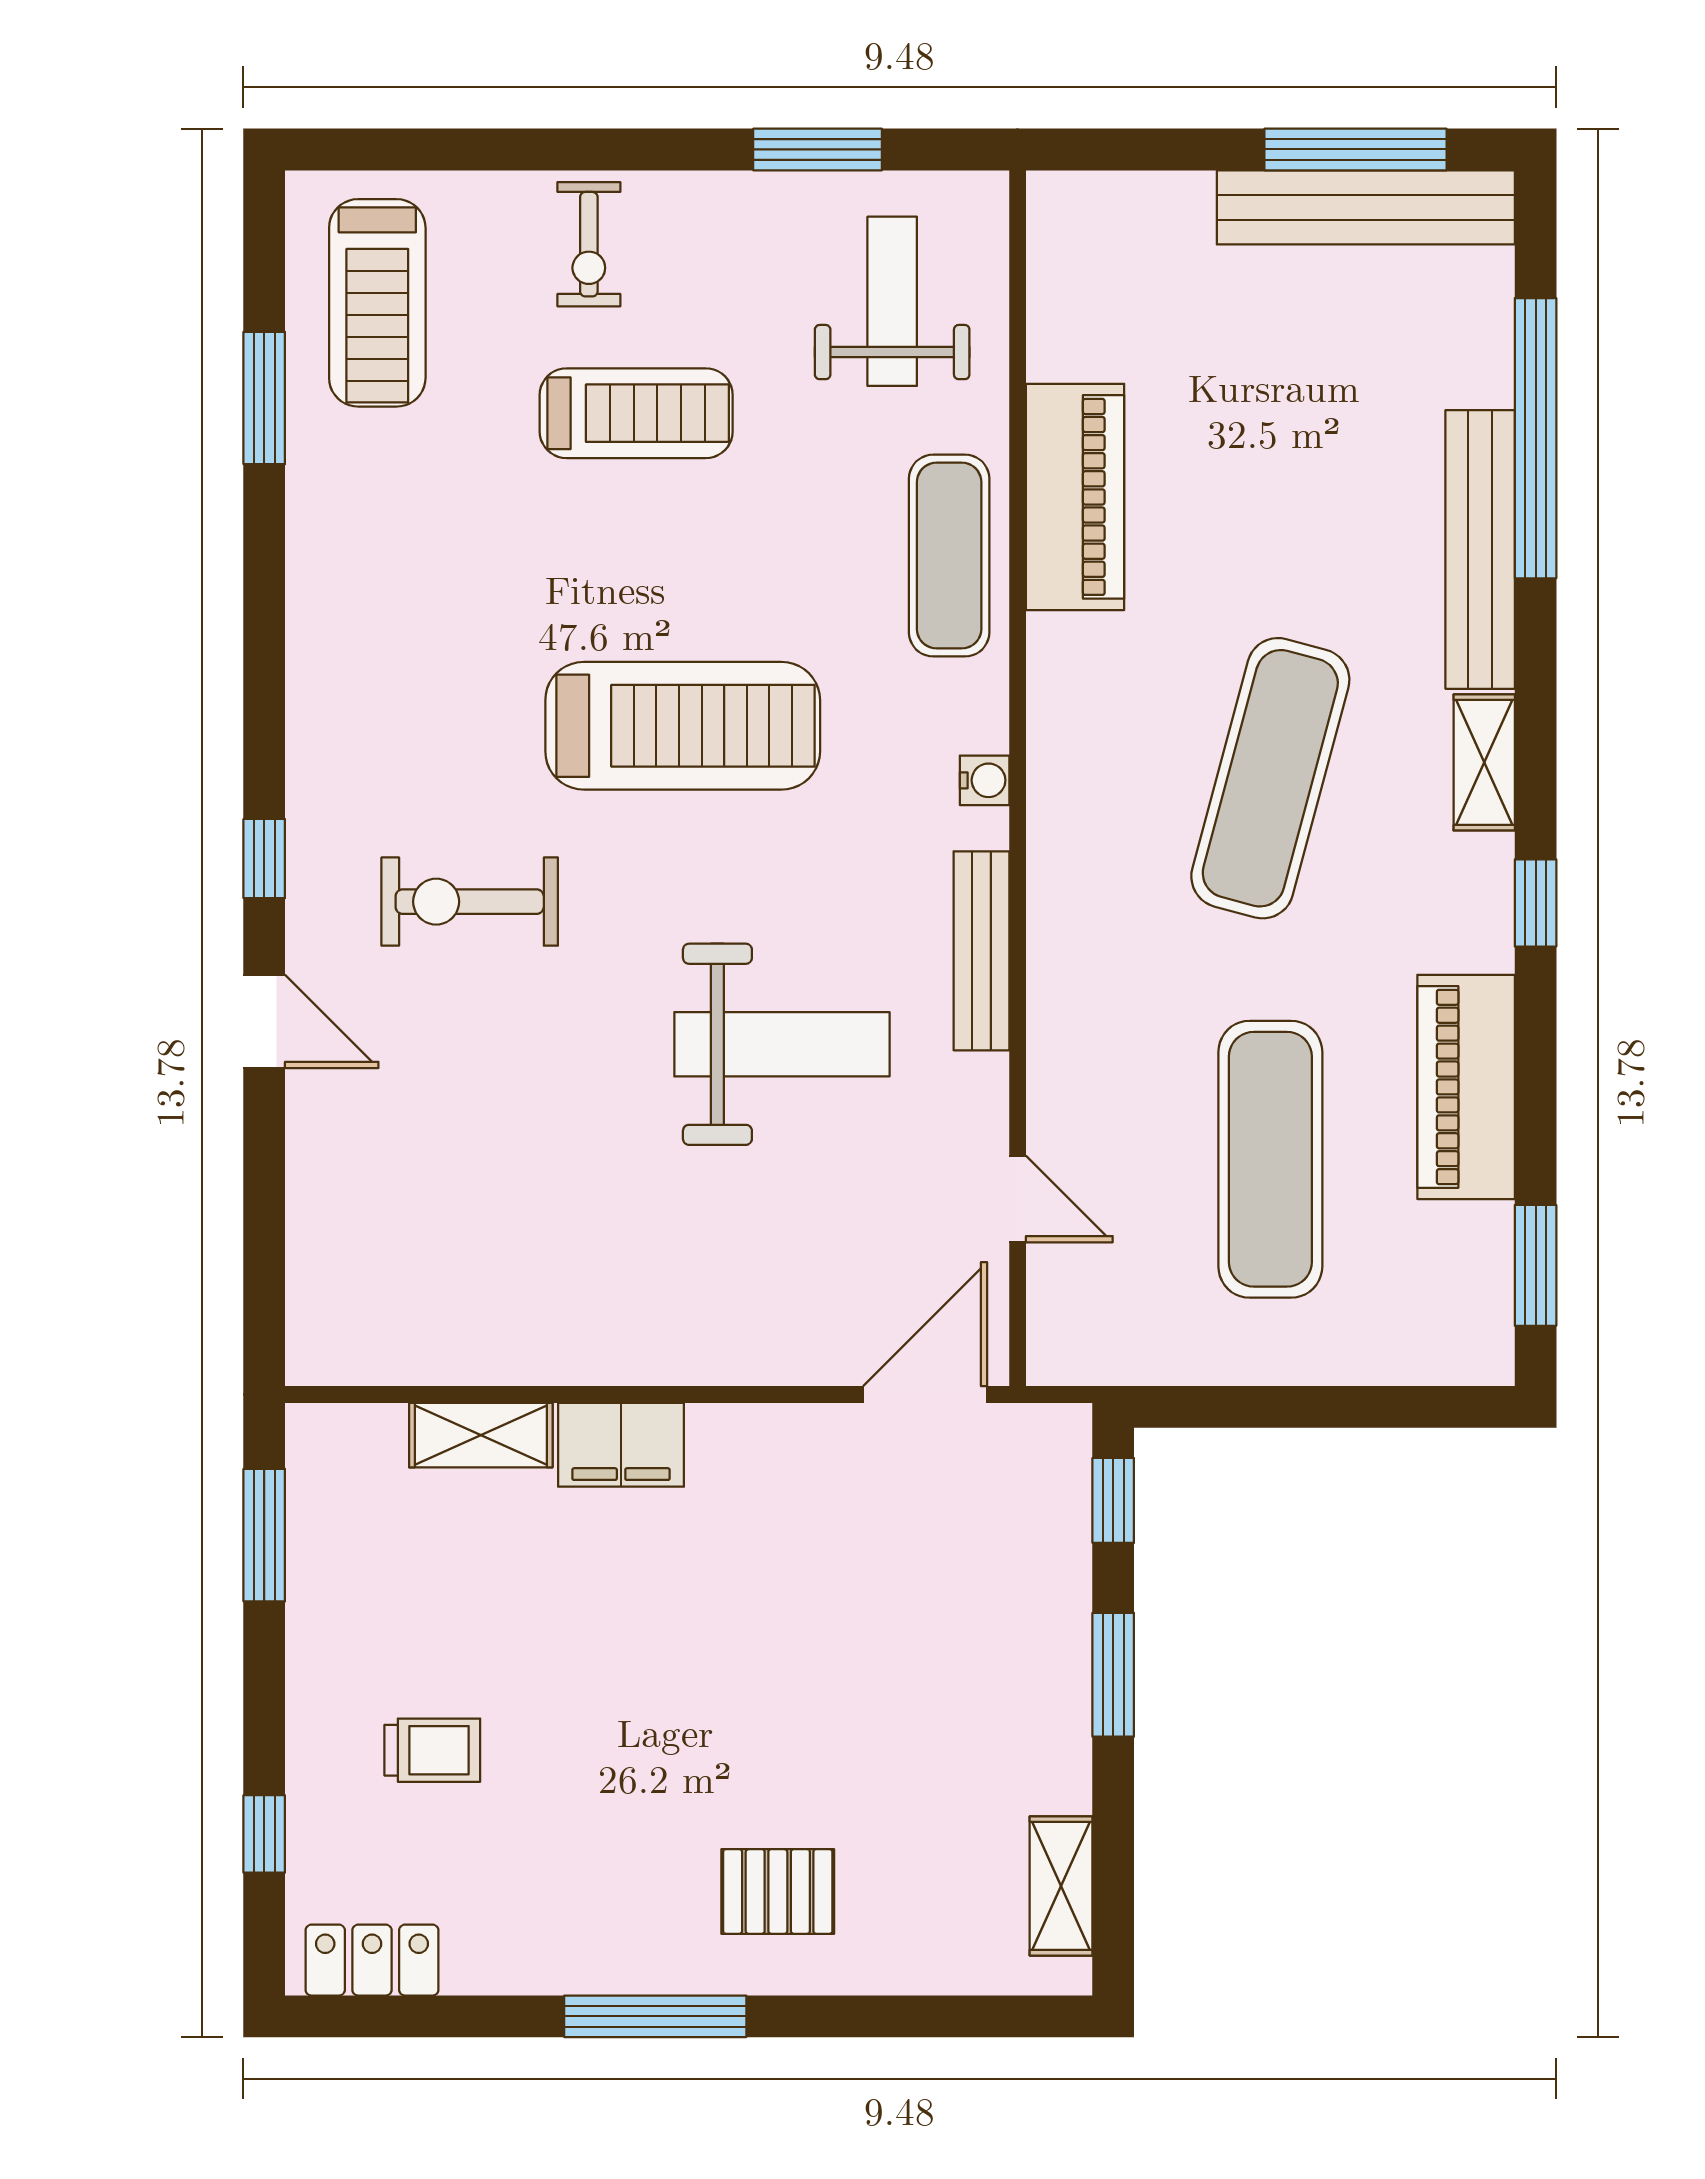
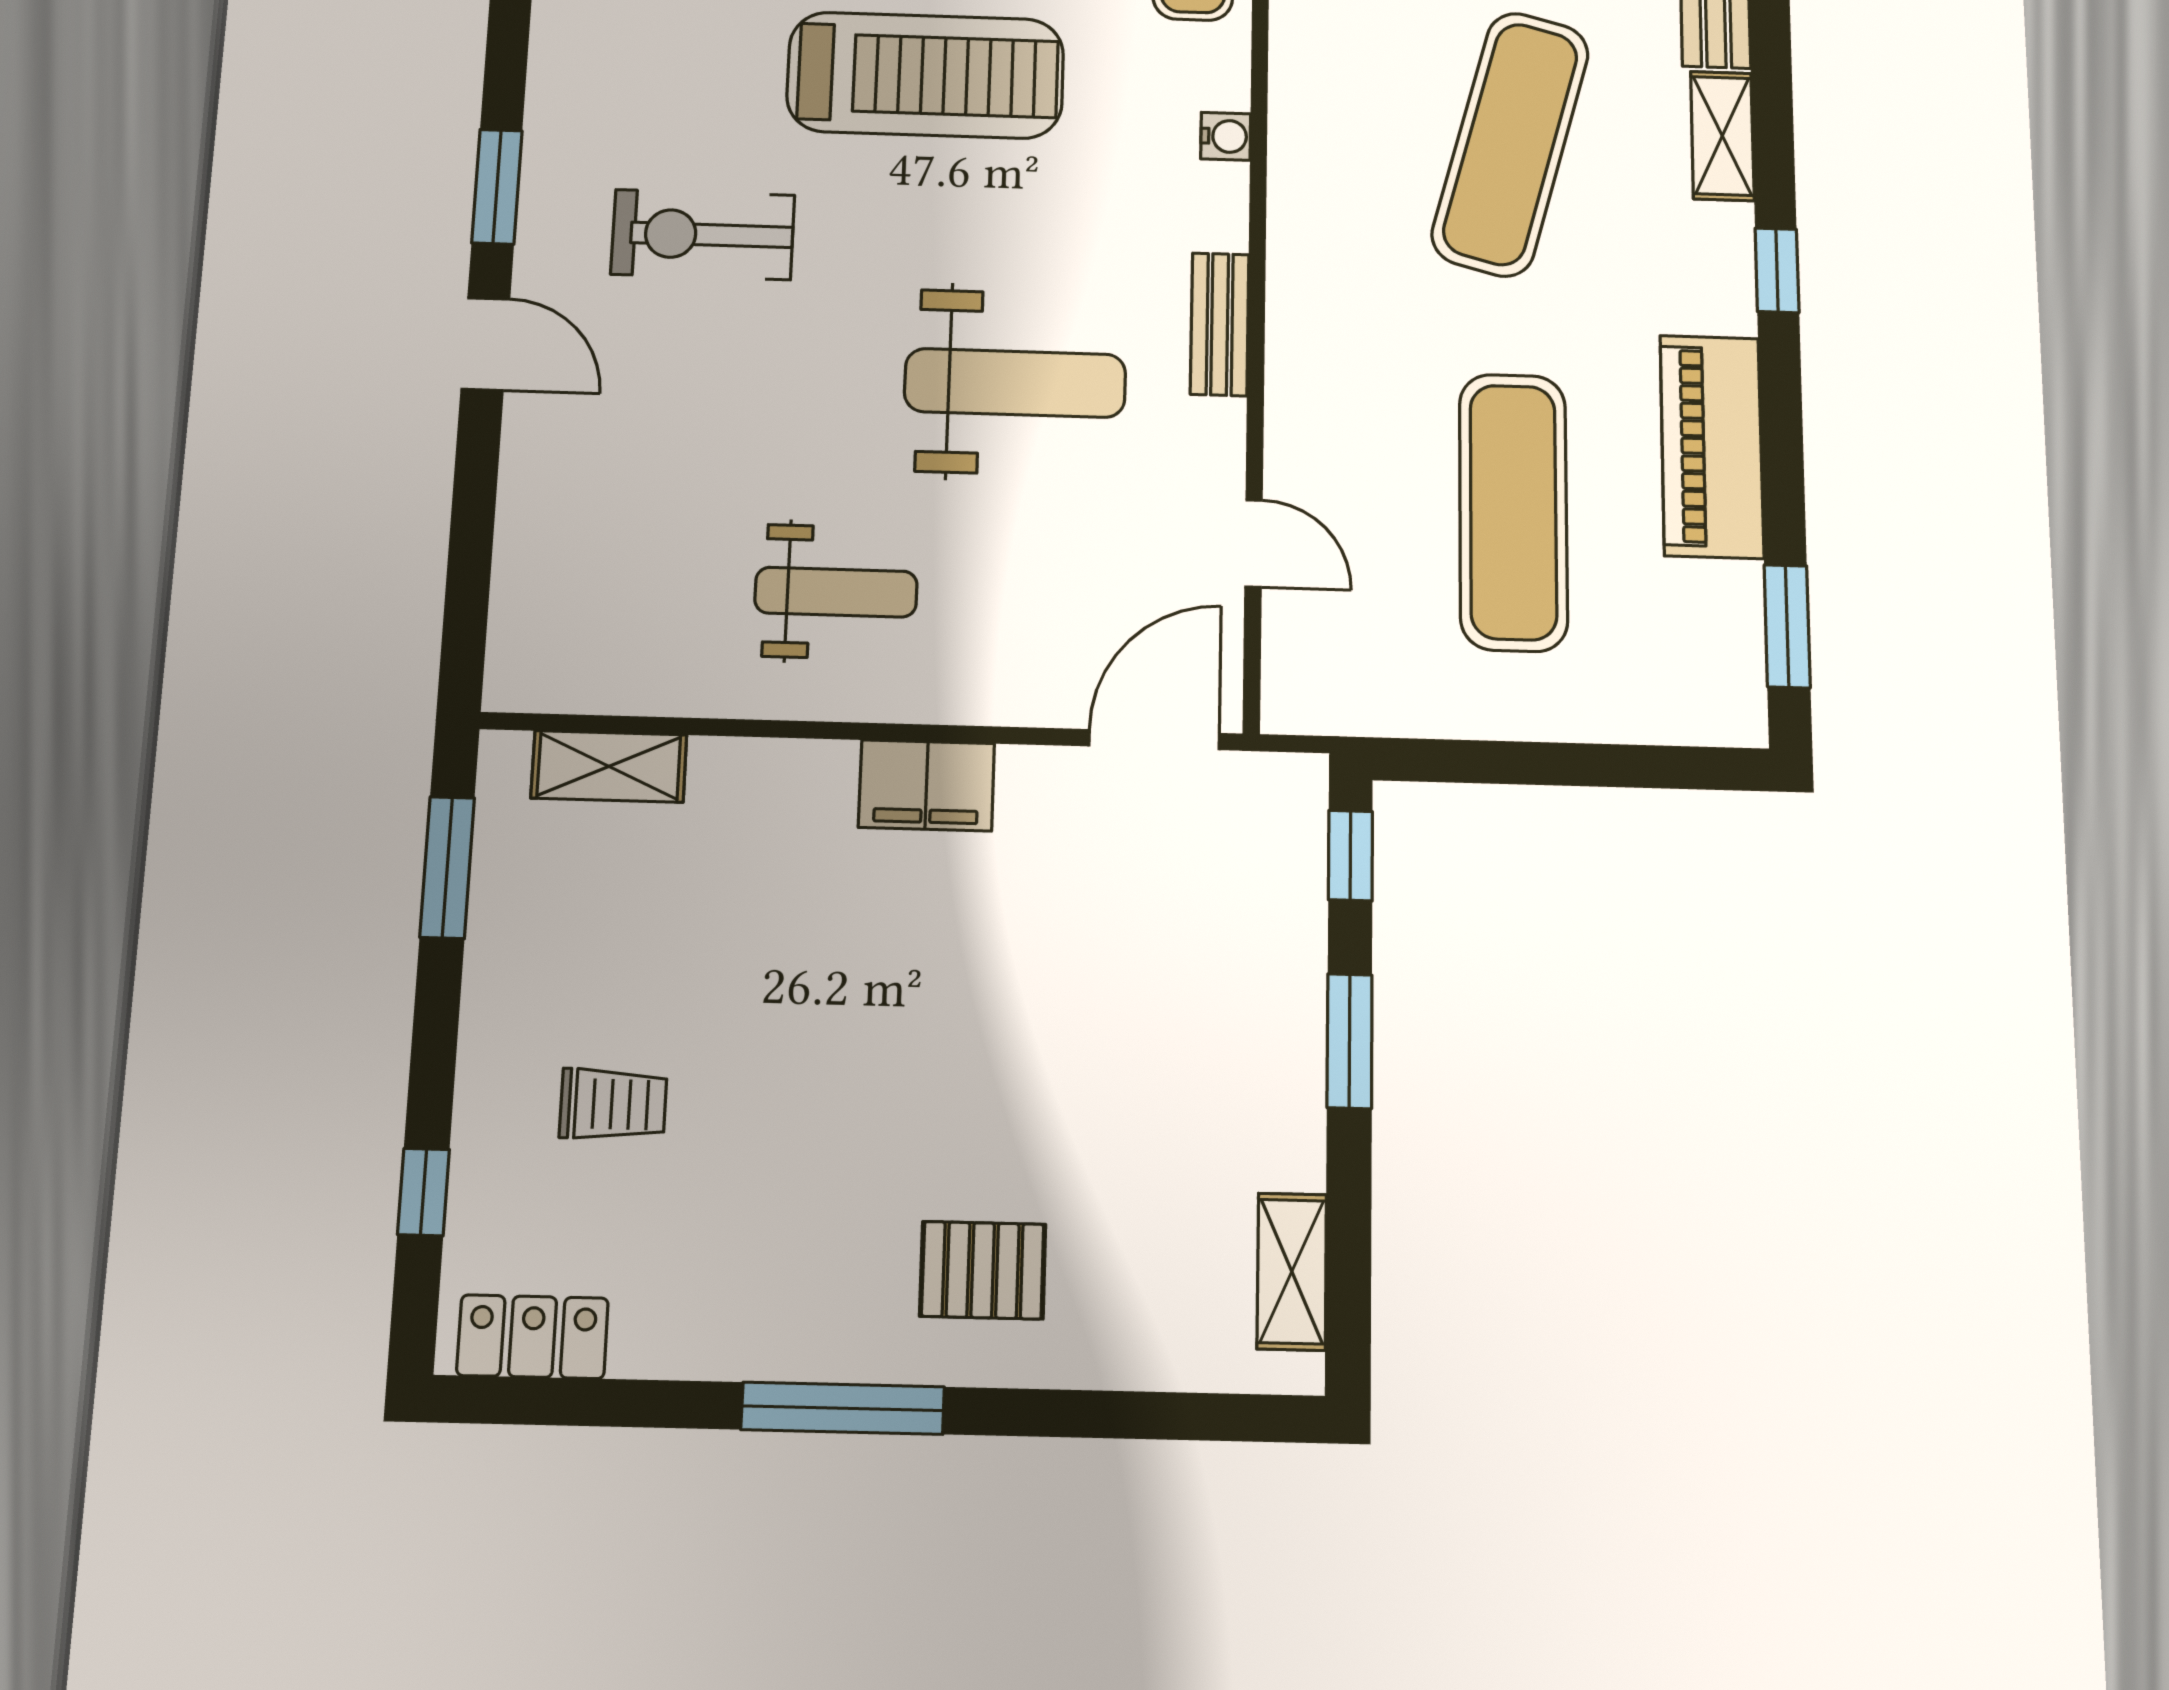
window: (264, 859) -> (497, 187), width x1.50
bench: (981, 951) -> (1220, 324), width x0.73
weight bench: (616, 1259) -> (836, 592), added
shelving: (481, 1435) -> (609, 766), moved
filing cabinet: (621, 1445) -> (927, 785), moved

